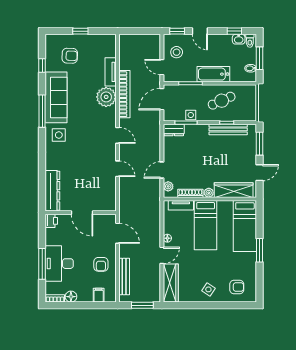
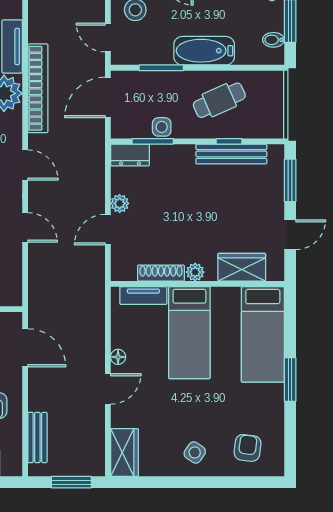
plant: (168, 186) -> (120, 203), moved
wardrobe: (234, 190) -> (242, 267), width x0.67
bench: (124, 276) -> (37, 438), width x0.73
wardrobe: (171, 283) -> (124, 452), width x0.67
armchair: (237, 287) -> (248, 448), turned -83

